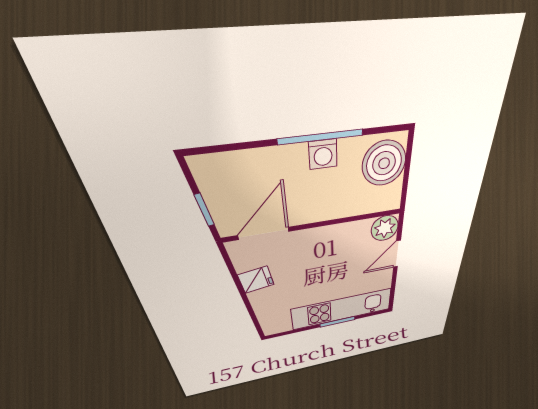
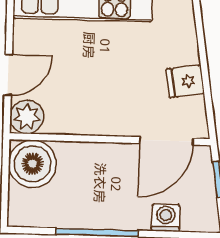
washing machine: (323, 154) -> (166, 218), moved
boiler: (384, 163) -> (33, 164), moved

